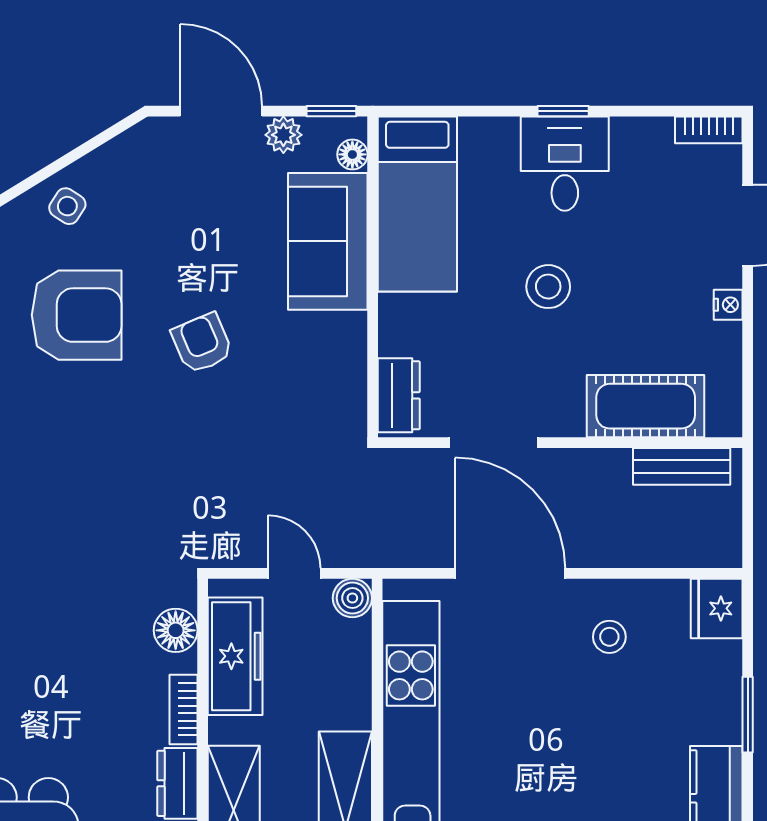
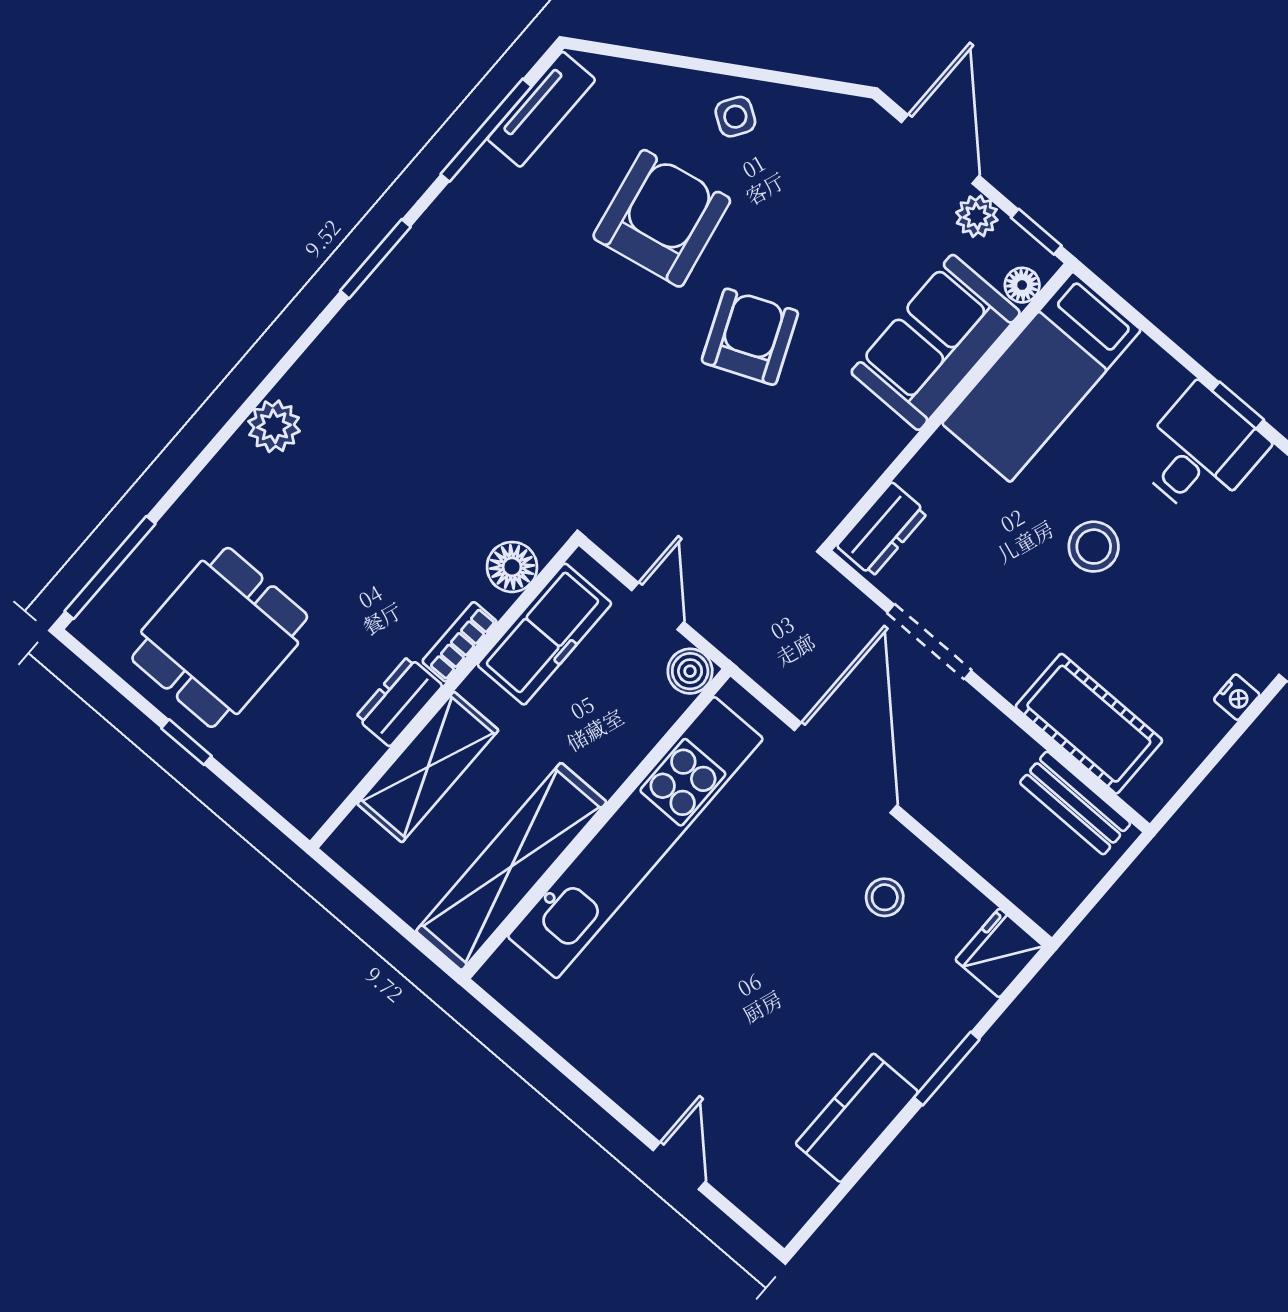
armchair: (77, 315) -> (662, 218), turned -101
armchair: (202, 343) -> (750, 337), width x1.38, depth x1.38

